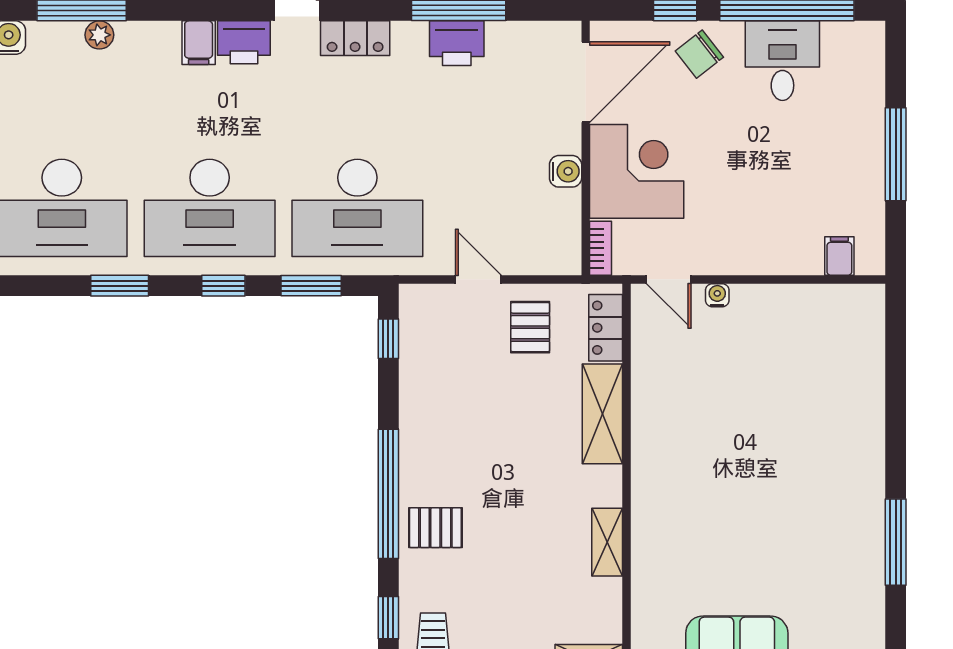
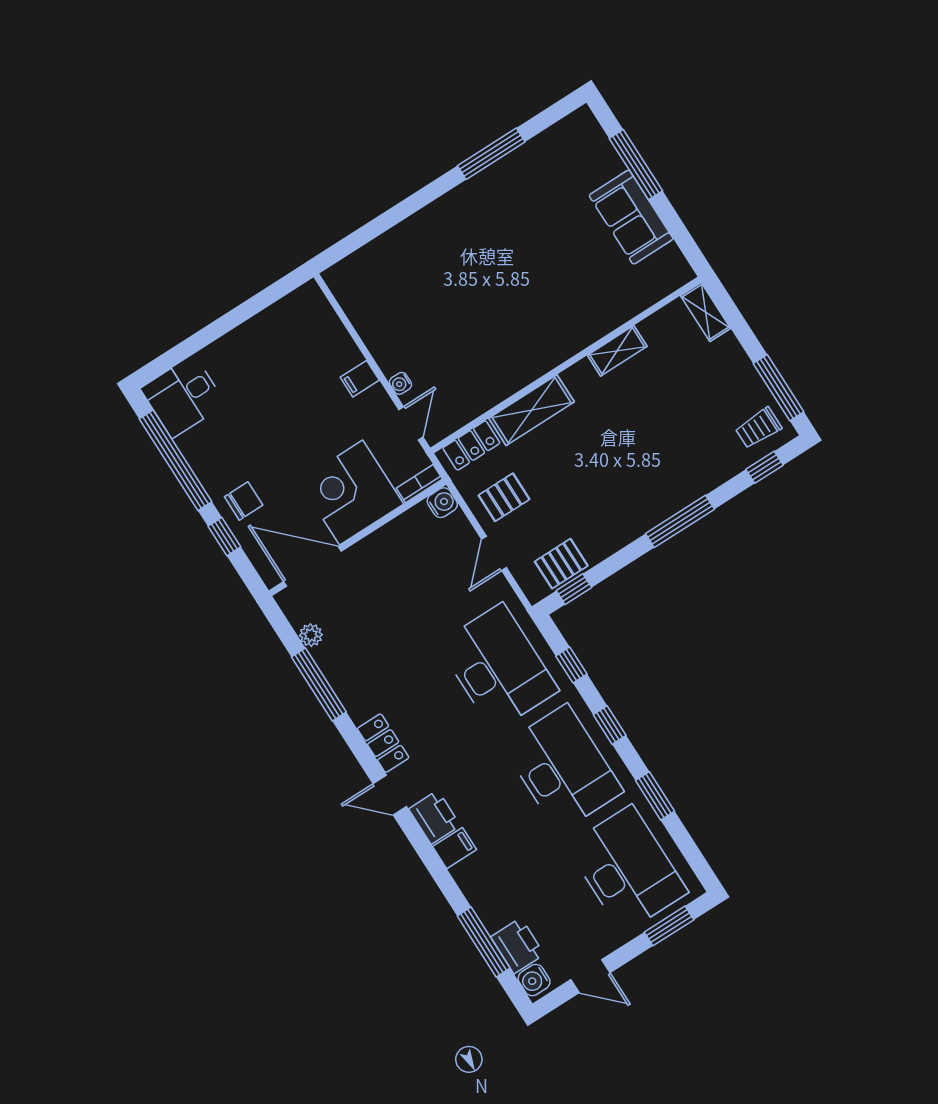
plant: (99, 35) -> (311, 635), moved
printer: (457, 43) -> (517, 946), moved
chair: (699, 54) -> (244, 501), turned -52
desk: (782, 61) -> (183, 396), moved
window: (896, 154) -> (226, 323), removed
water cooler: (566, 171) -> (442, 503), moved, turned 90
filing cabinet: (839, 256) -> (360, 379), moved
window: (311, 286) -> (571, 665), width x0.67
window: (388, 494) -> (680, 521), width x0.68
pallet: (435, 528) -> (561, 564), moved, turned 90

